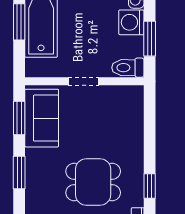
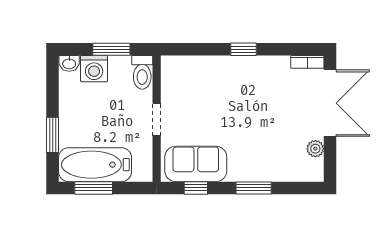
window: (19, 118) -> (196, 188), width x0.67
dining table: (93, 182) -> (264, 109), removed
window: (150, 186) -> (243, 49), moved

